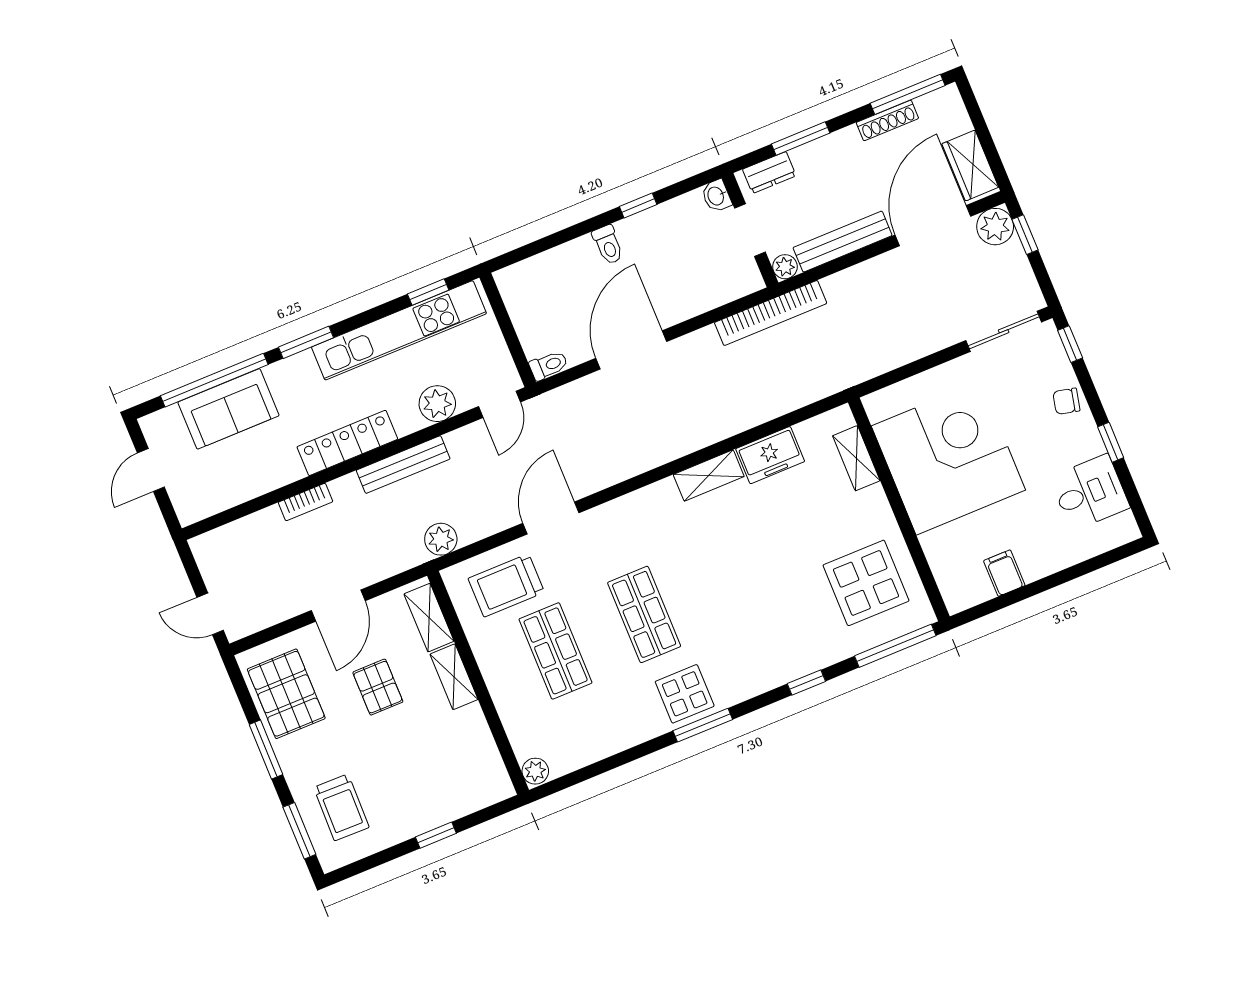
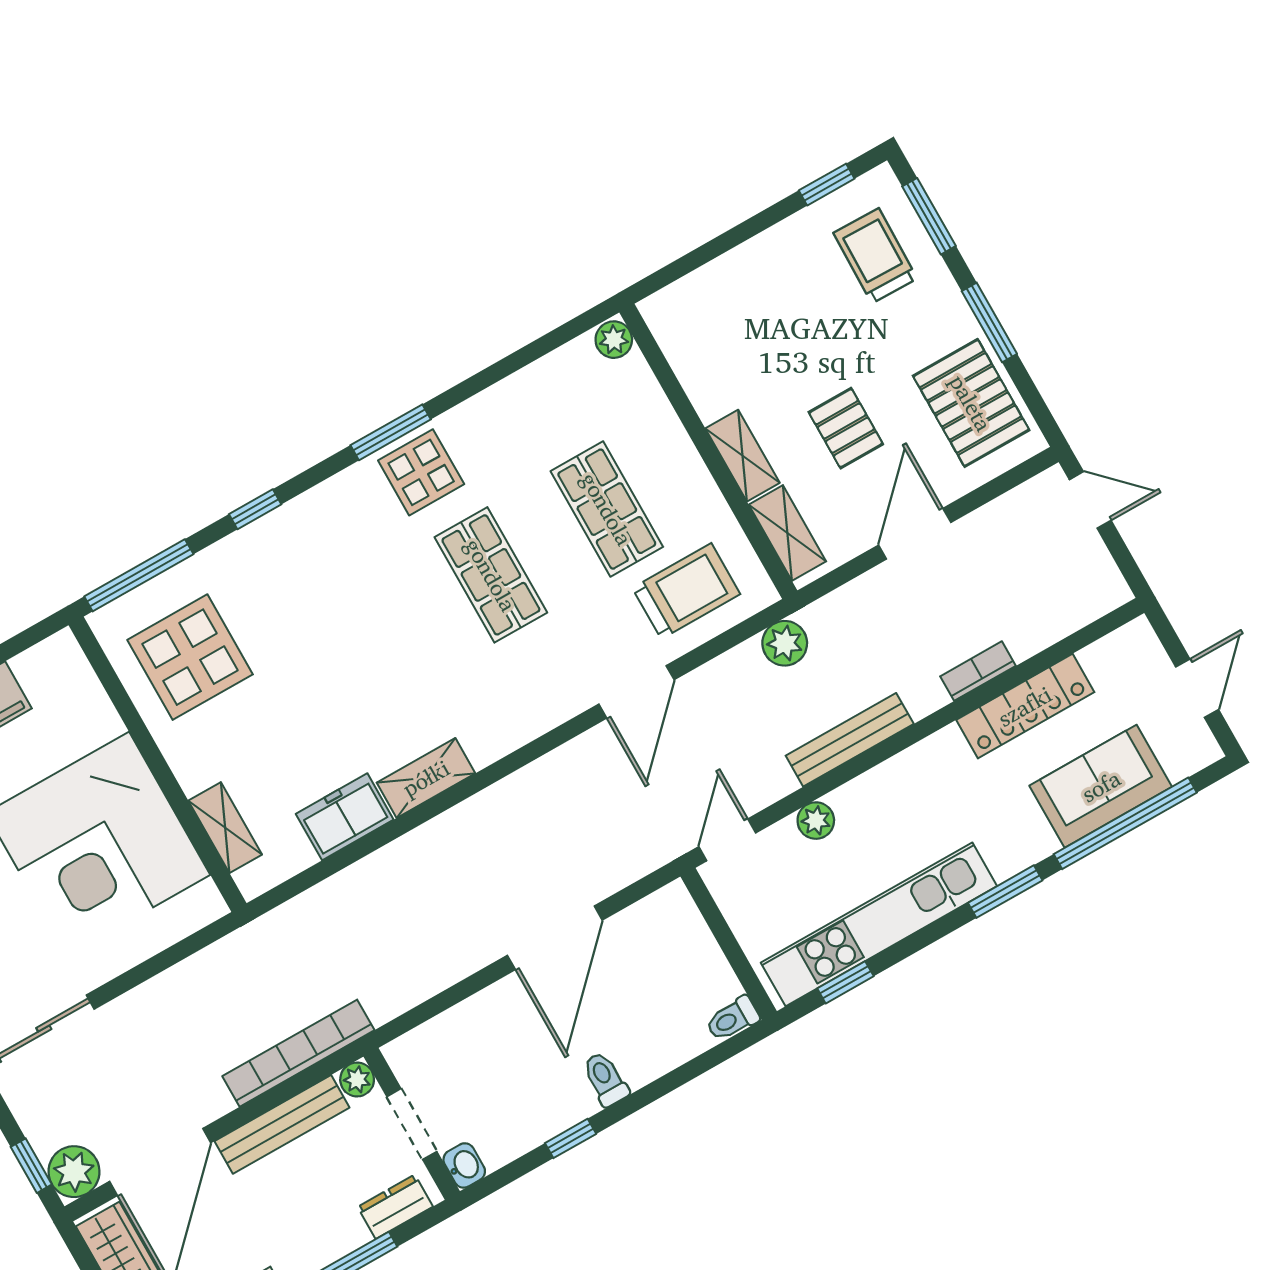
bookcase: (771, 313) -> (298, 1053), moved
toilet: (549, 365) -> (732, 1019), moved
plant: (437, 404) -> (816, 821), width x0.73, depth x0.73
locker: (347, 443) -> (1025, 706), moved
window: (436, 835) -> (827, 185), moved

